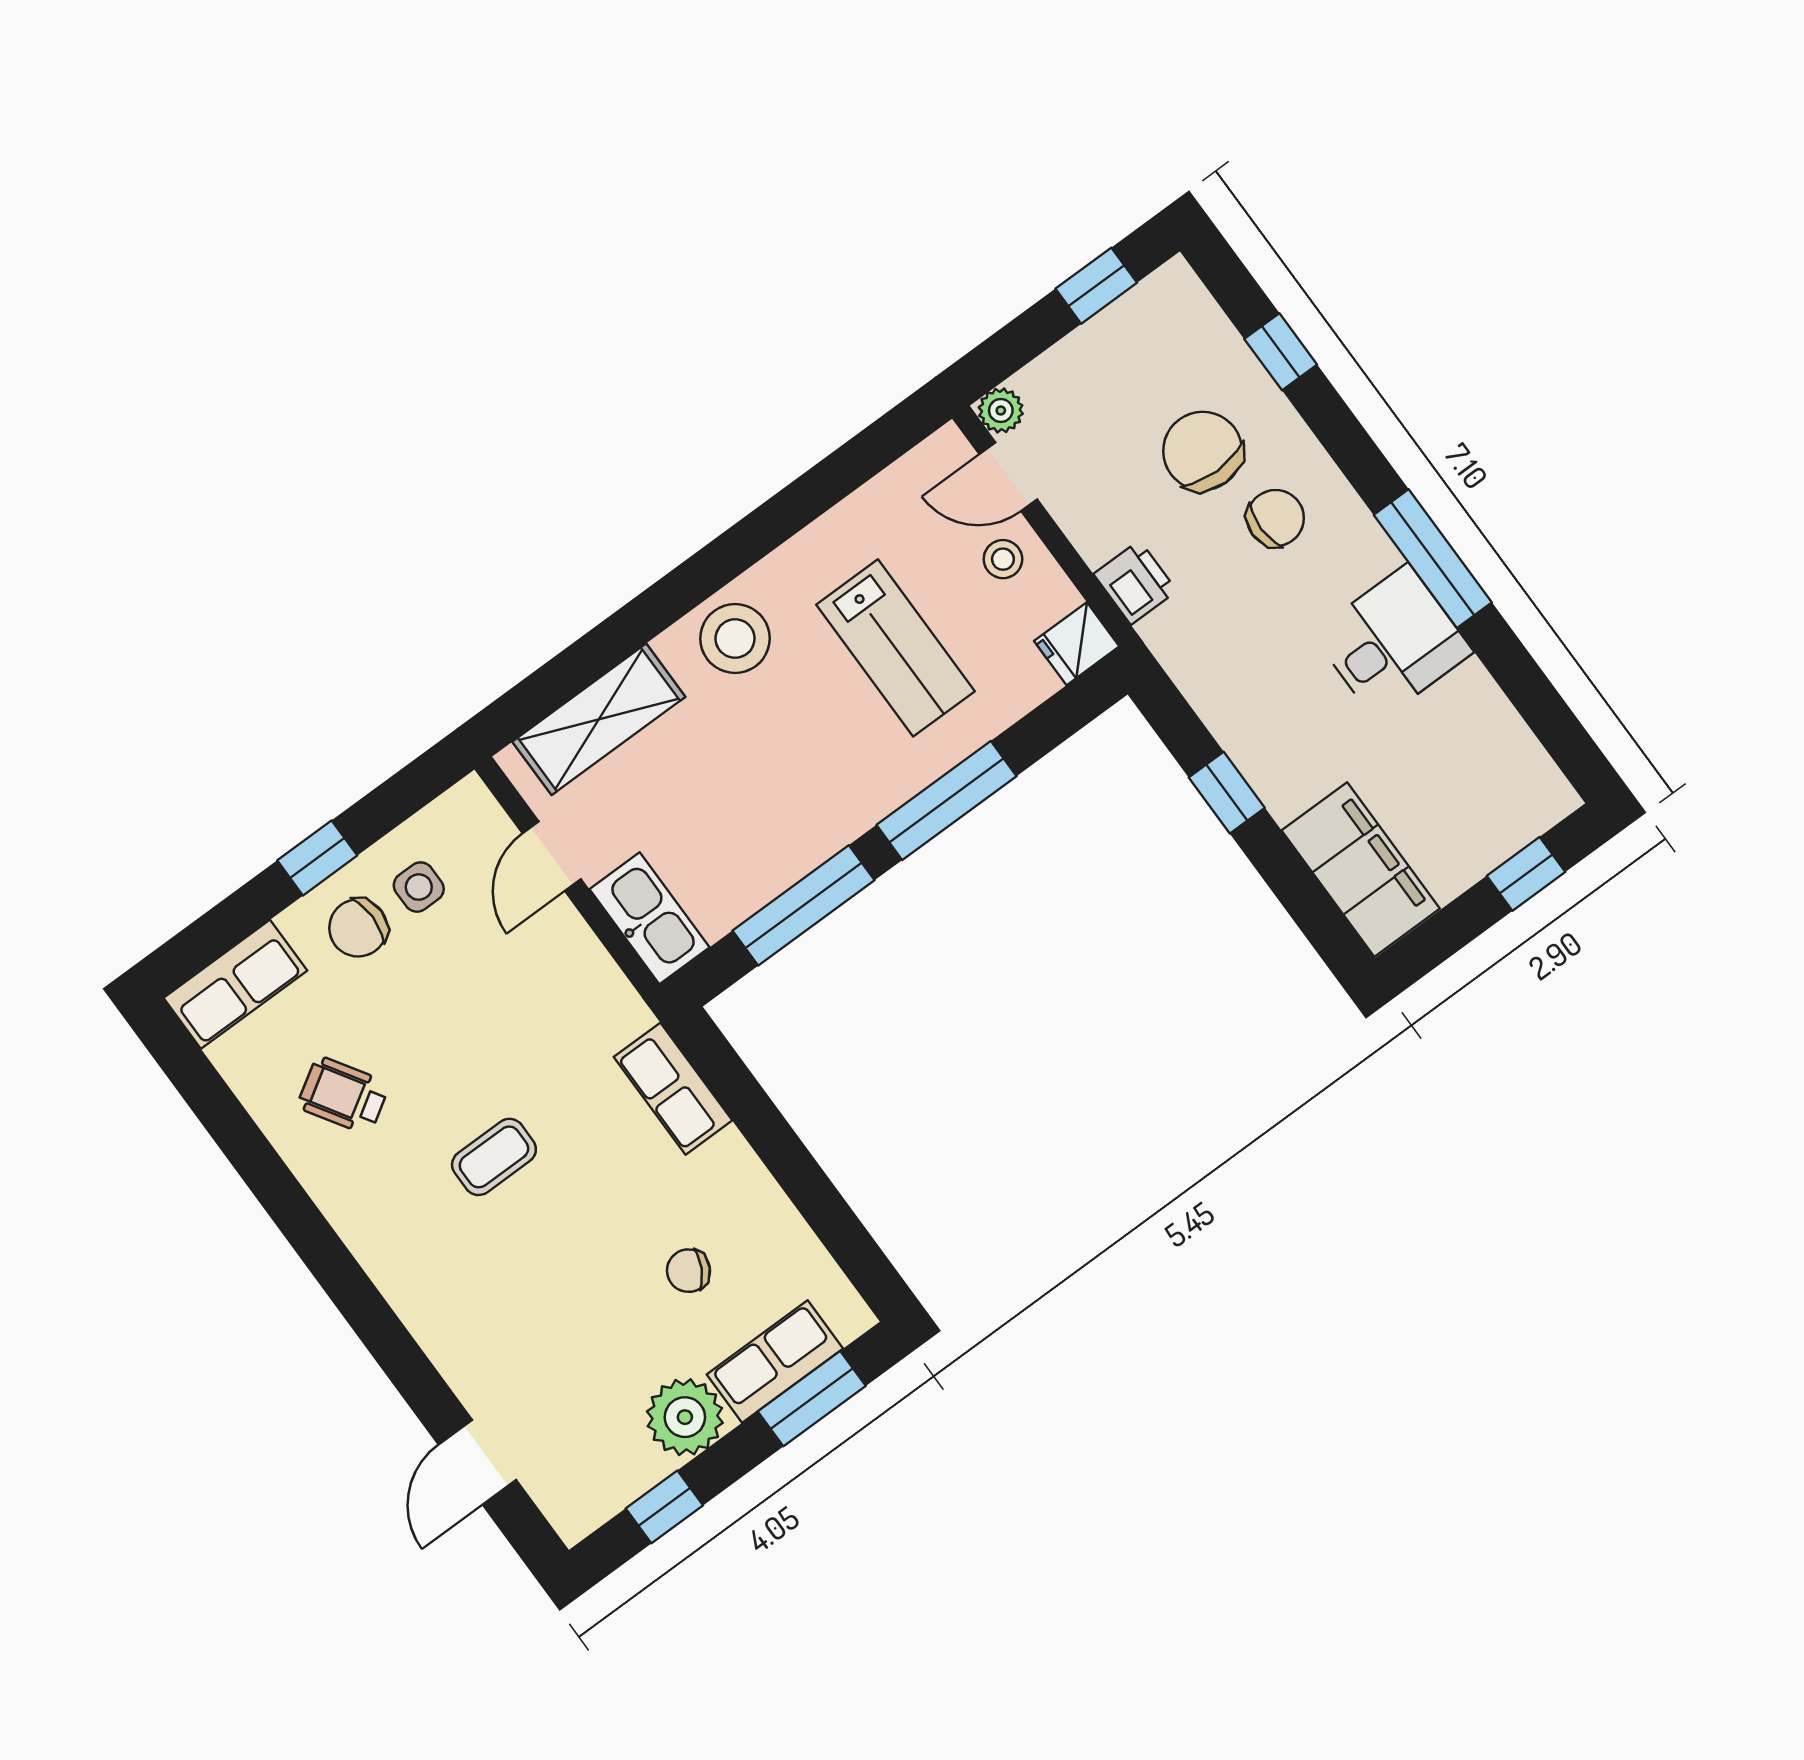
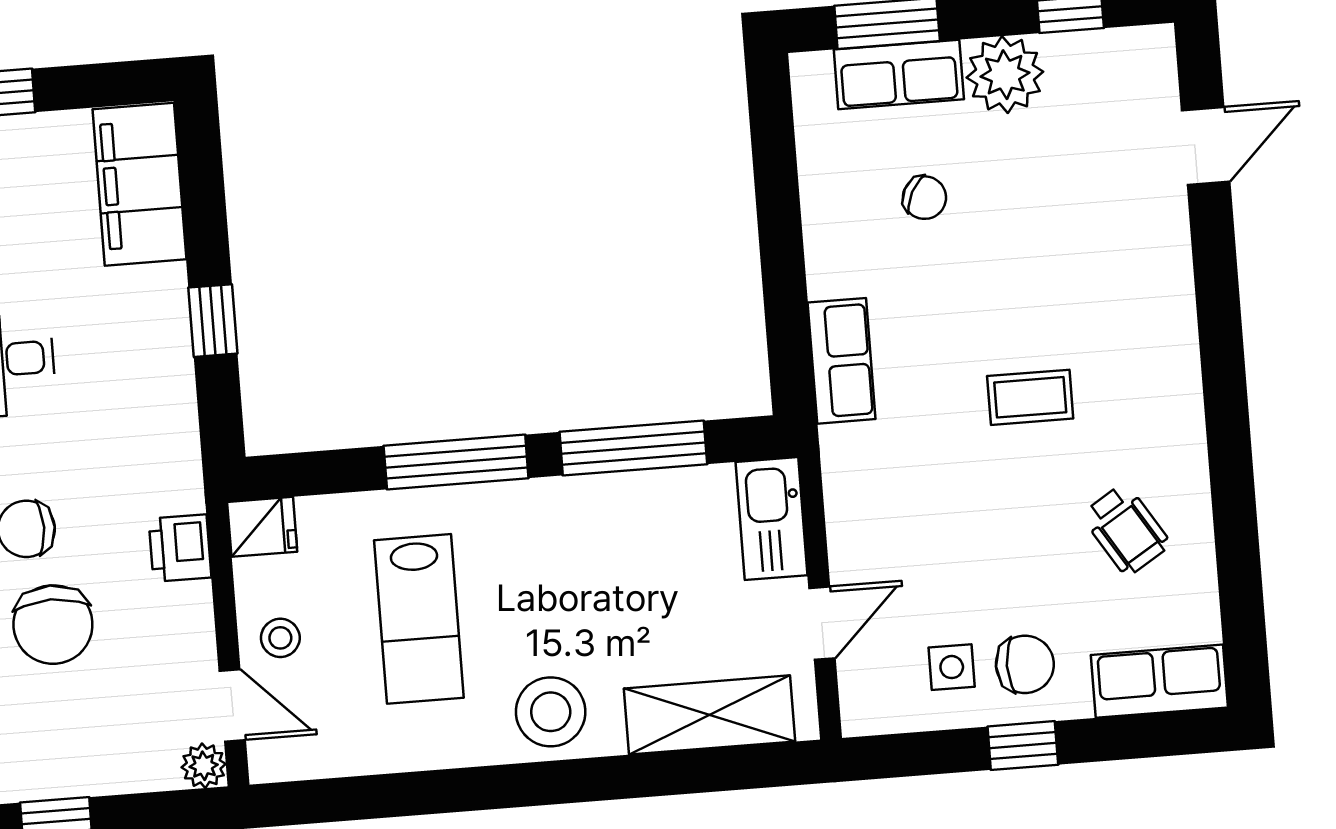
lab bench: (895, 648) -> (419, 619), turned 180

